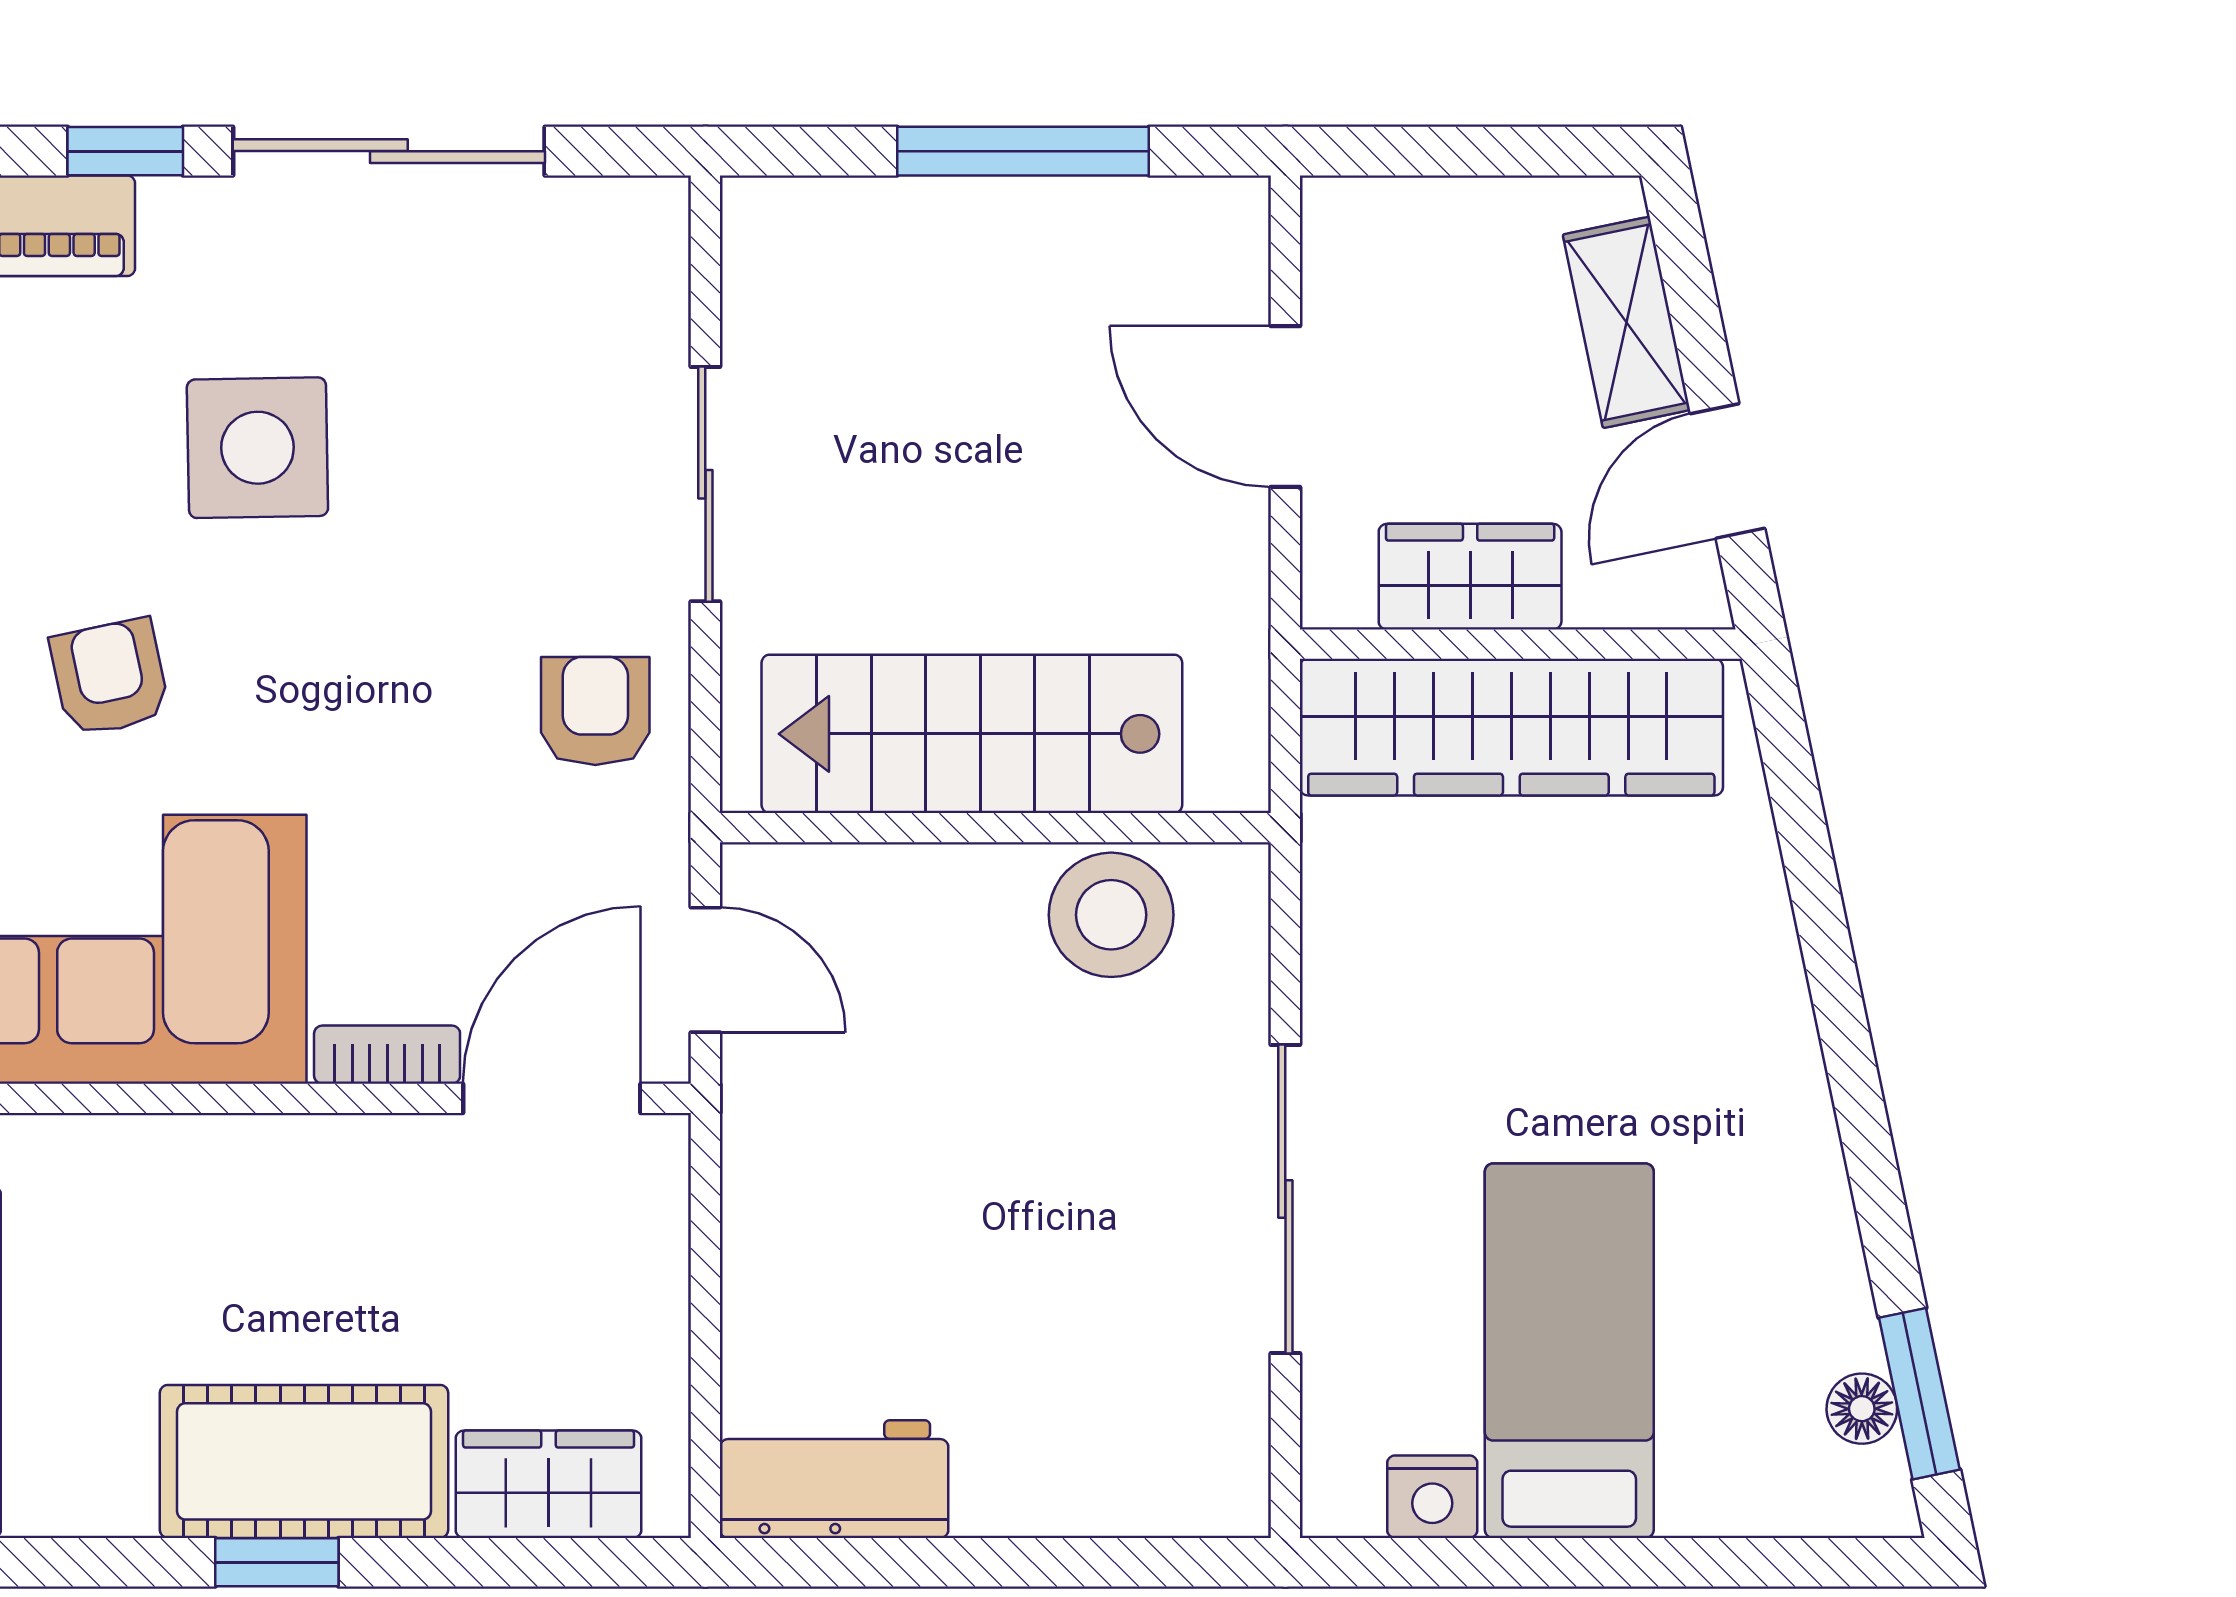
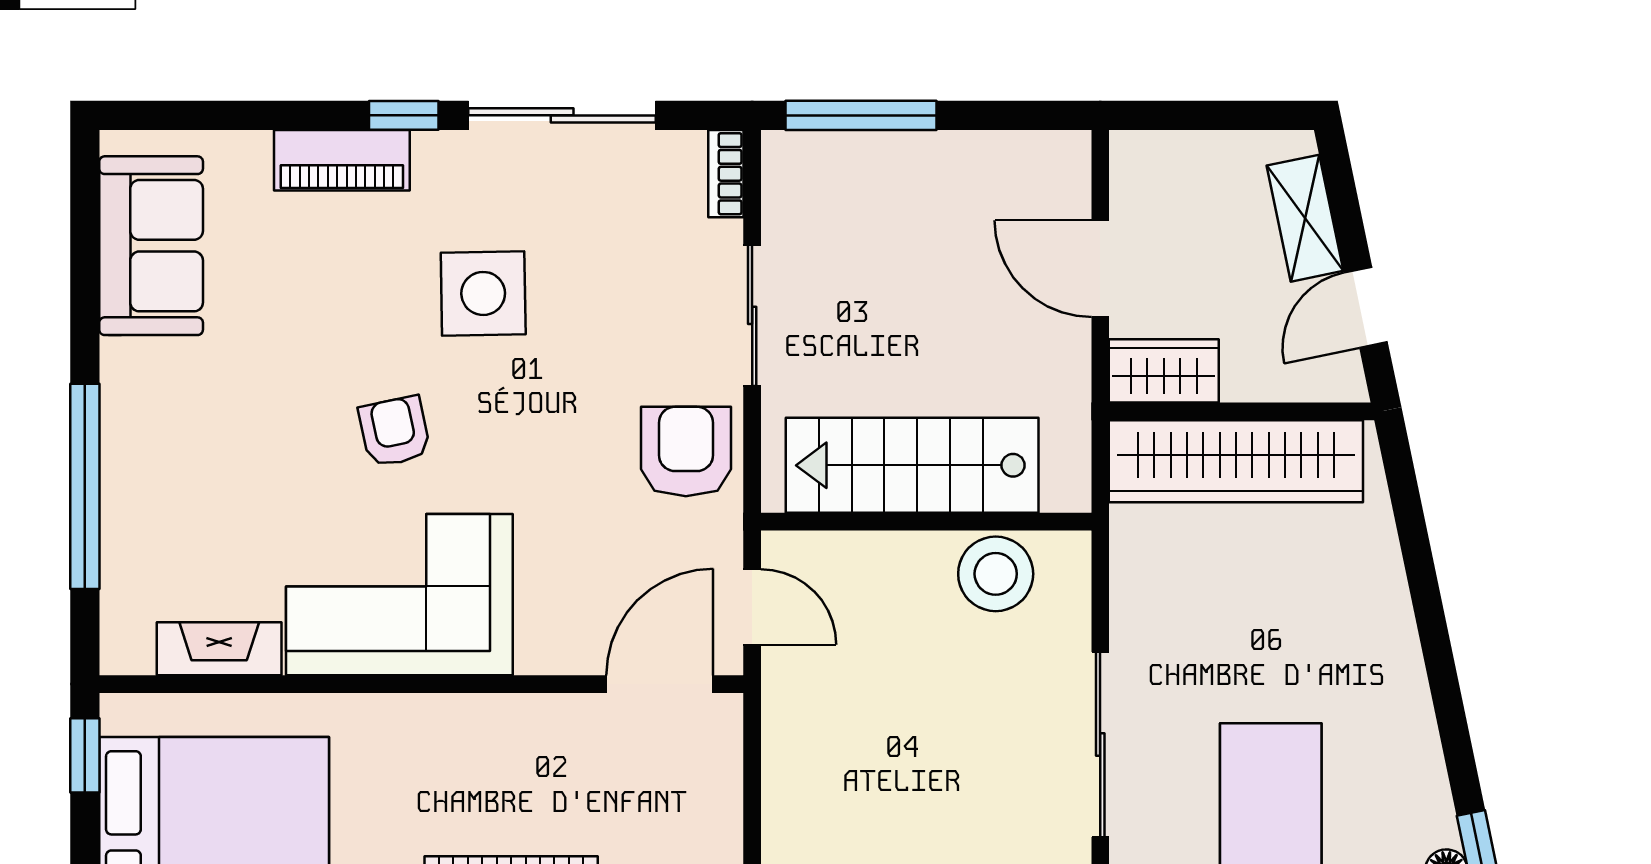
window: (1023, 151) -> (861, 115), moved
wardrobe: (1470, 577) -> (1164, 371), moved
armchair: (595, 711) -> (686, 451), width x1.38, depth x1.38
bookcase: (387, 1055) -> (726, 174), moved, turned -90

